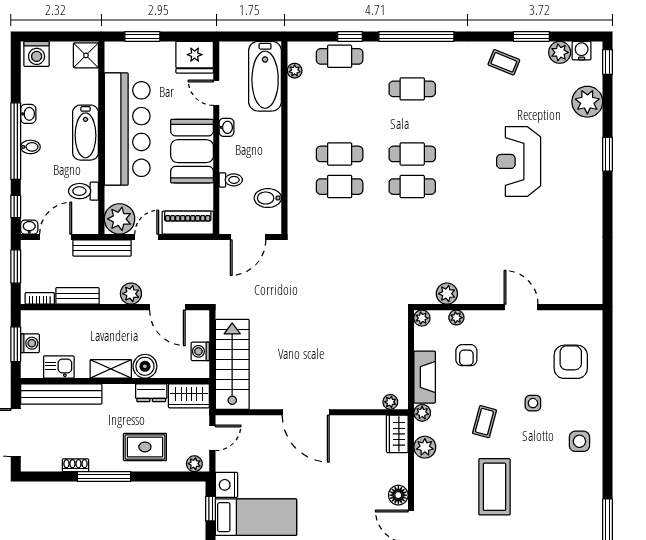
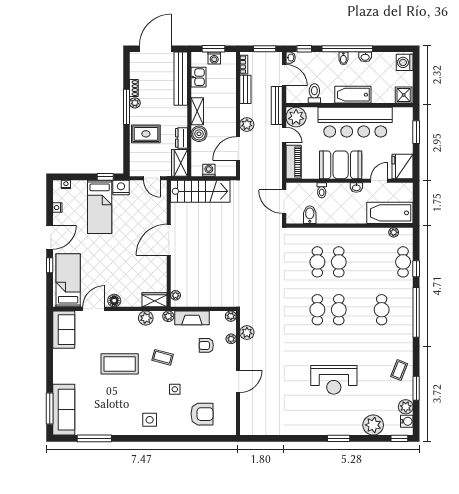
reception desk: (519, 161) -> (334, 380), turned 180
rug: (145, 447) -> (146, 134), turned 90
plant: (194, 464) -> (135, 103), moved

